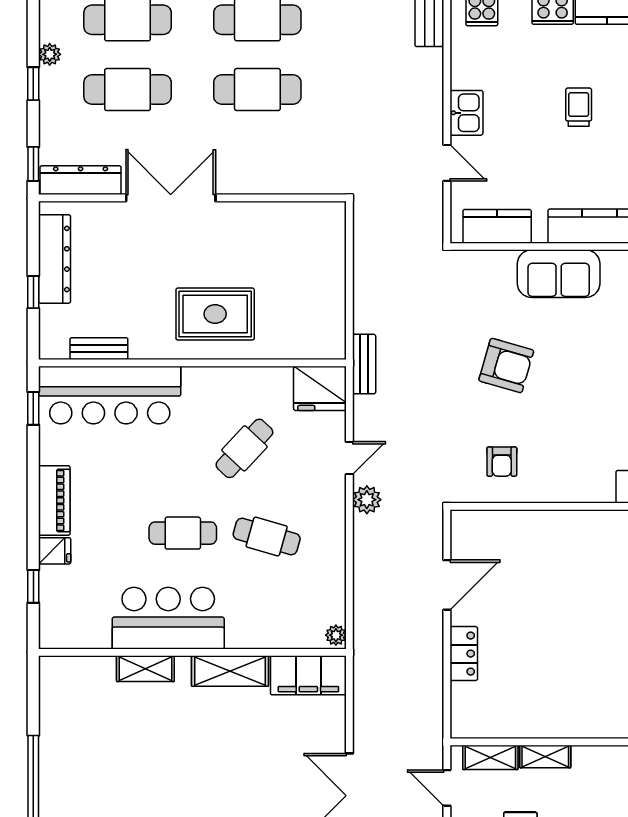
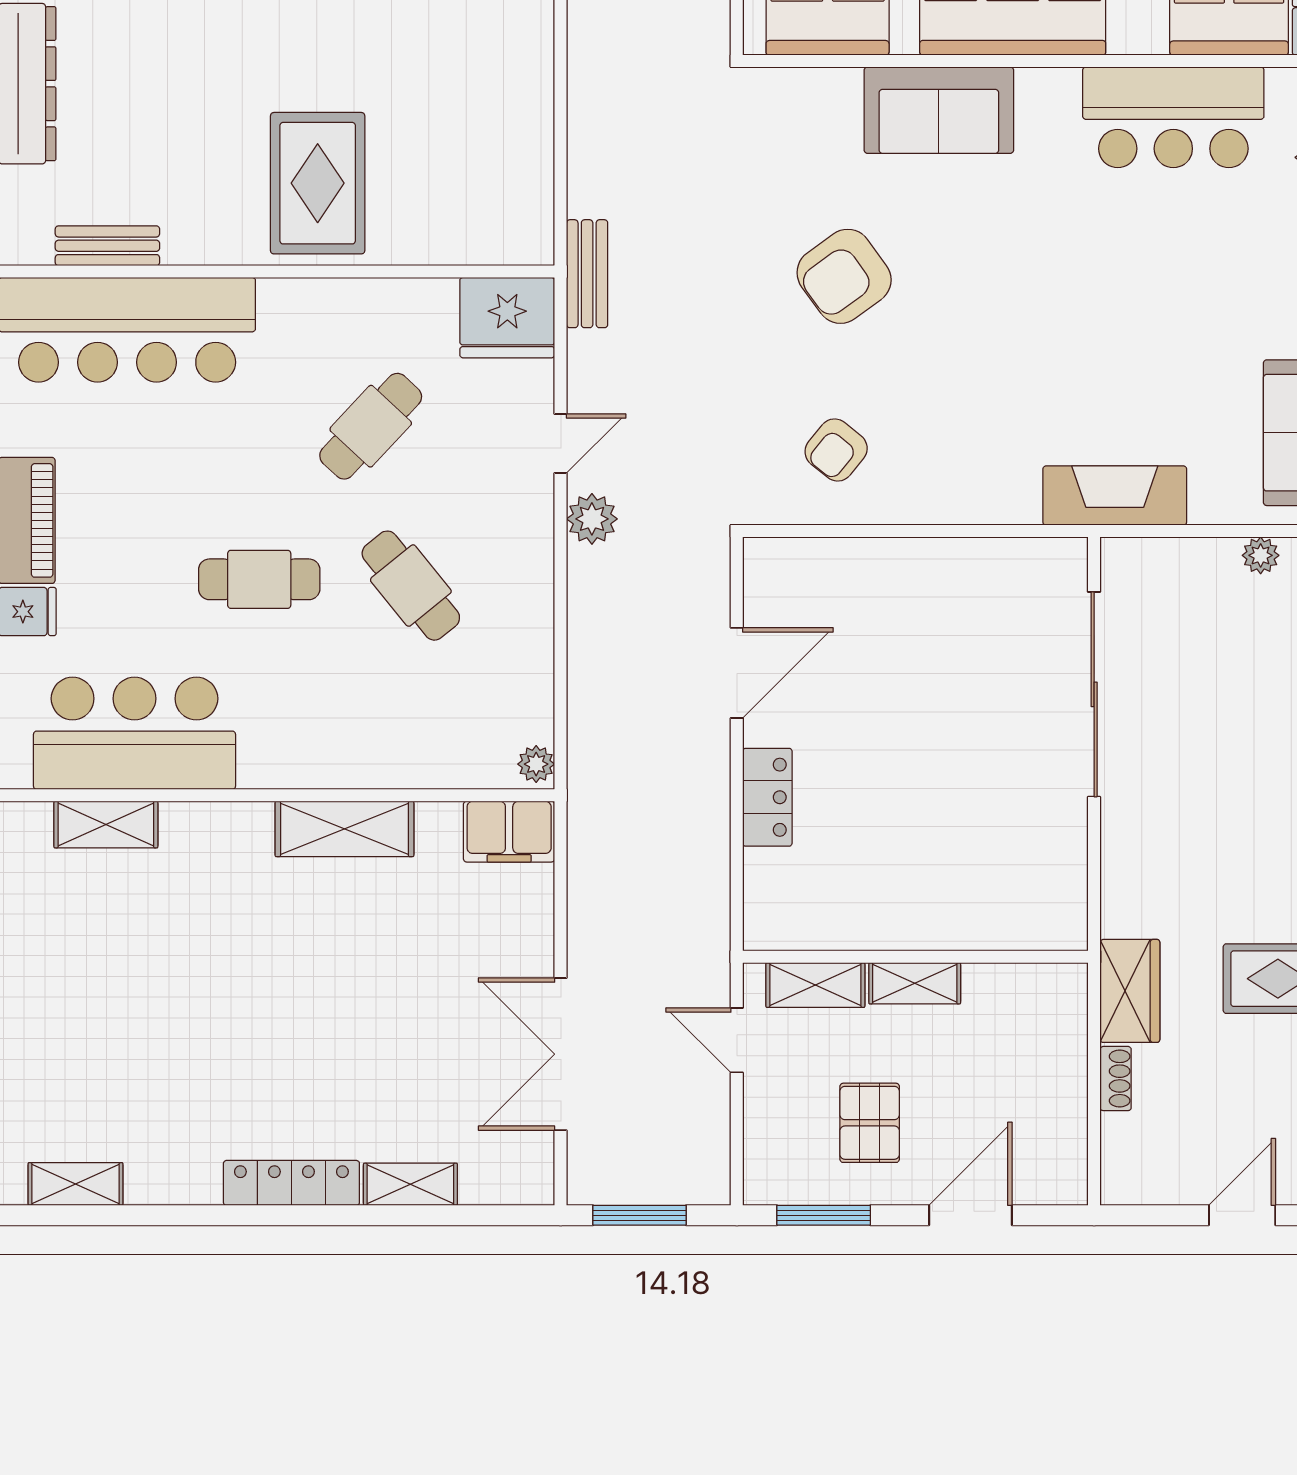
rug: (215, 314) -> (318, 183), turned 90
armchair: (506, 365) -> (844, 276), turned 128
armchair: (502, 462) -> (836, 450), turned 39
cafe table: (267, 537) -> (411, 586), turned 35
bar counter: (168, 618) -> (134, 733), moved
shelving: (145, 669) -> (106, 825), moved
filing cabinet: (308, 675) -> (509, 832), width x0.67, depth x0.86

